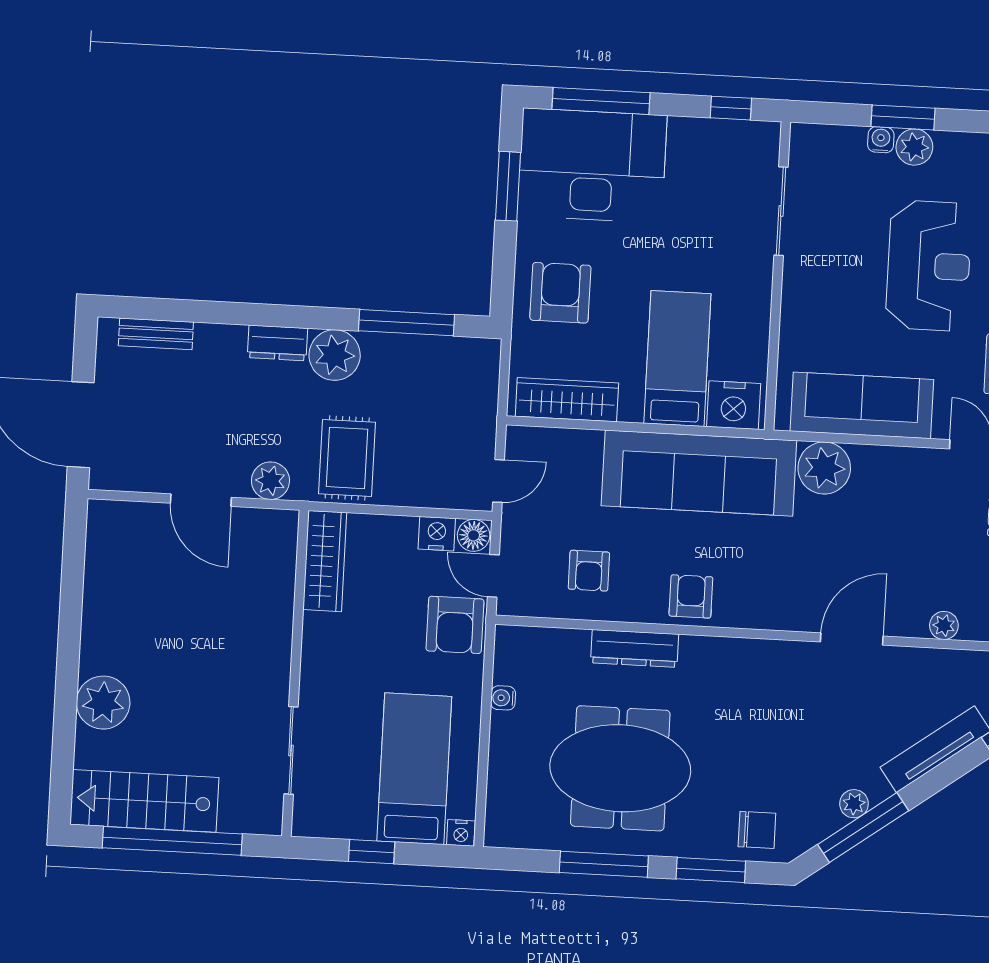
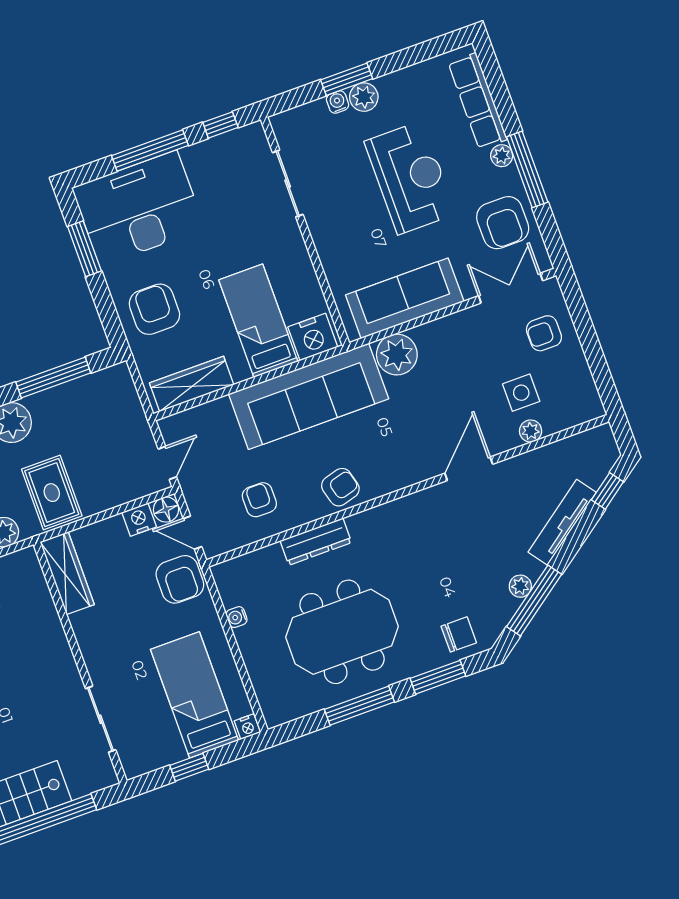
window: (601, 101) -> (150, 150), moved
armchair: (589, 571) -> (259, 500), turned 180
side table: (952, 575) -> (521, 393), added
armchair: (691, 596) -> (340, 487), turned 75

